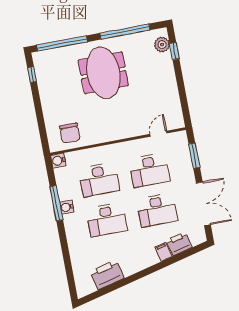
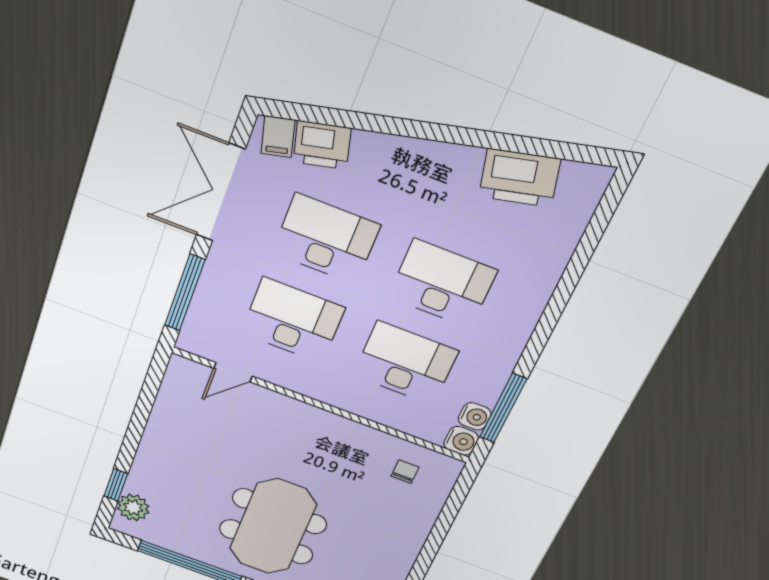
chair: (70, 133) -> (405, 472), width x0.54, depth x0.54
window: (194, 156) -> (185, 293), width x1.44
window: (56, 203) -> (503, 408), moved
water cooler: (67, 207) -> (475, 416), moved
filing cabinet: (163, 252) -> (278, 137), moved

